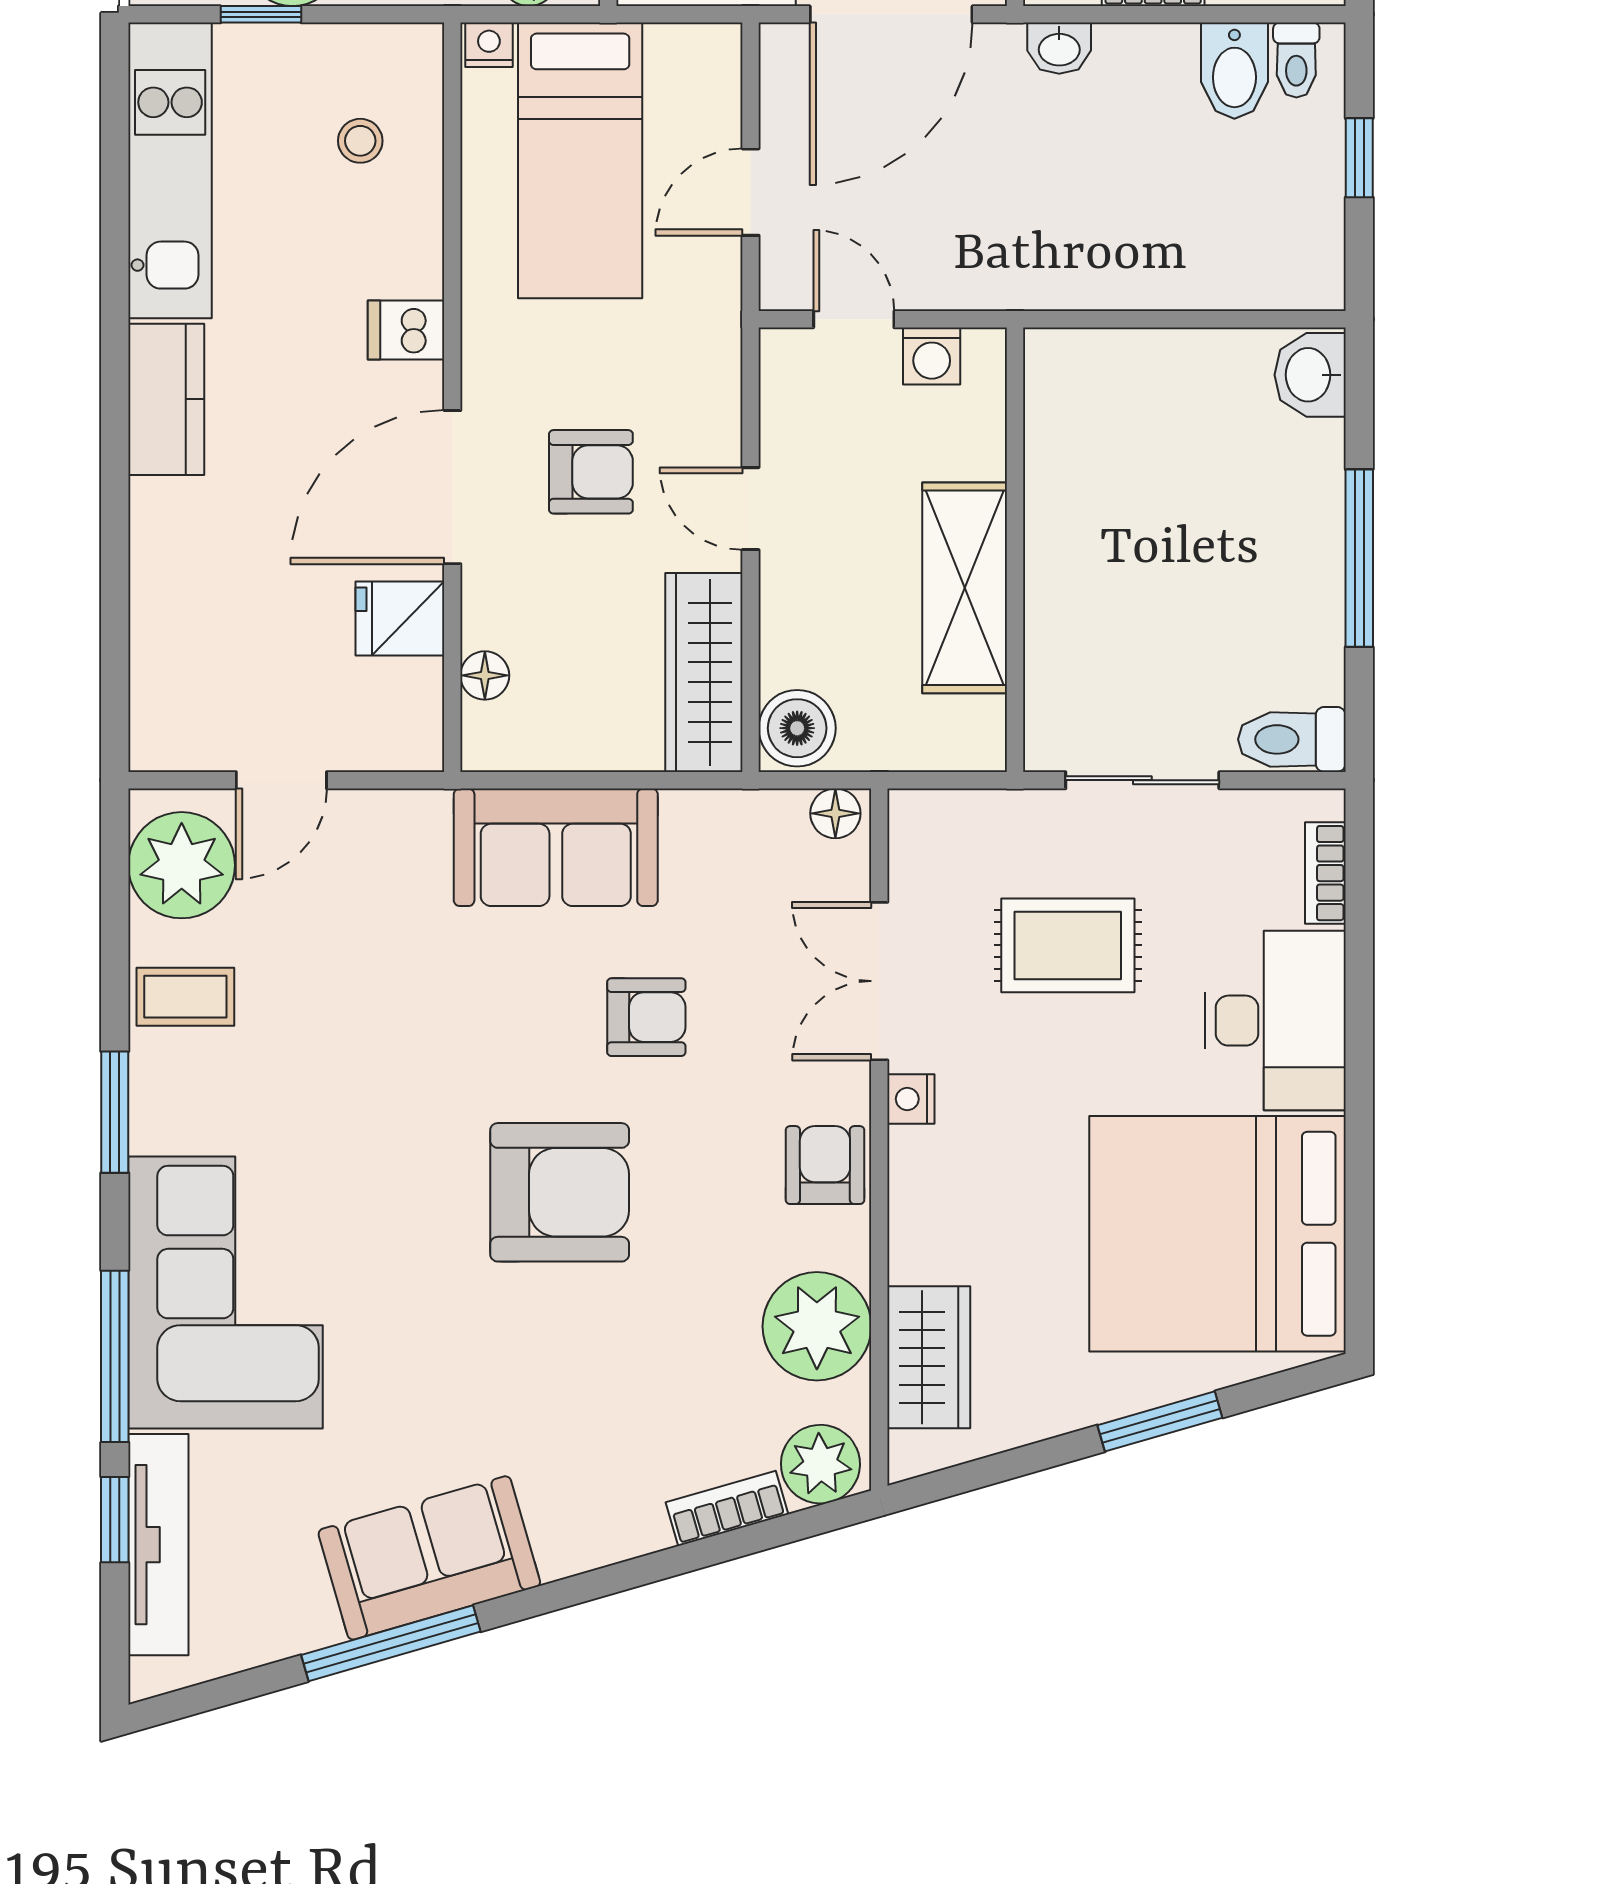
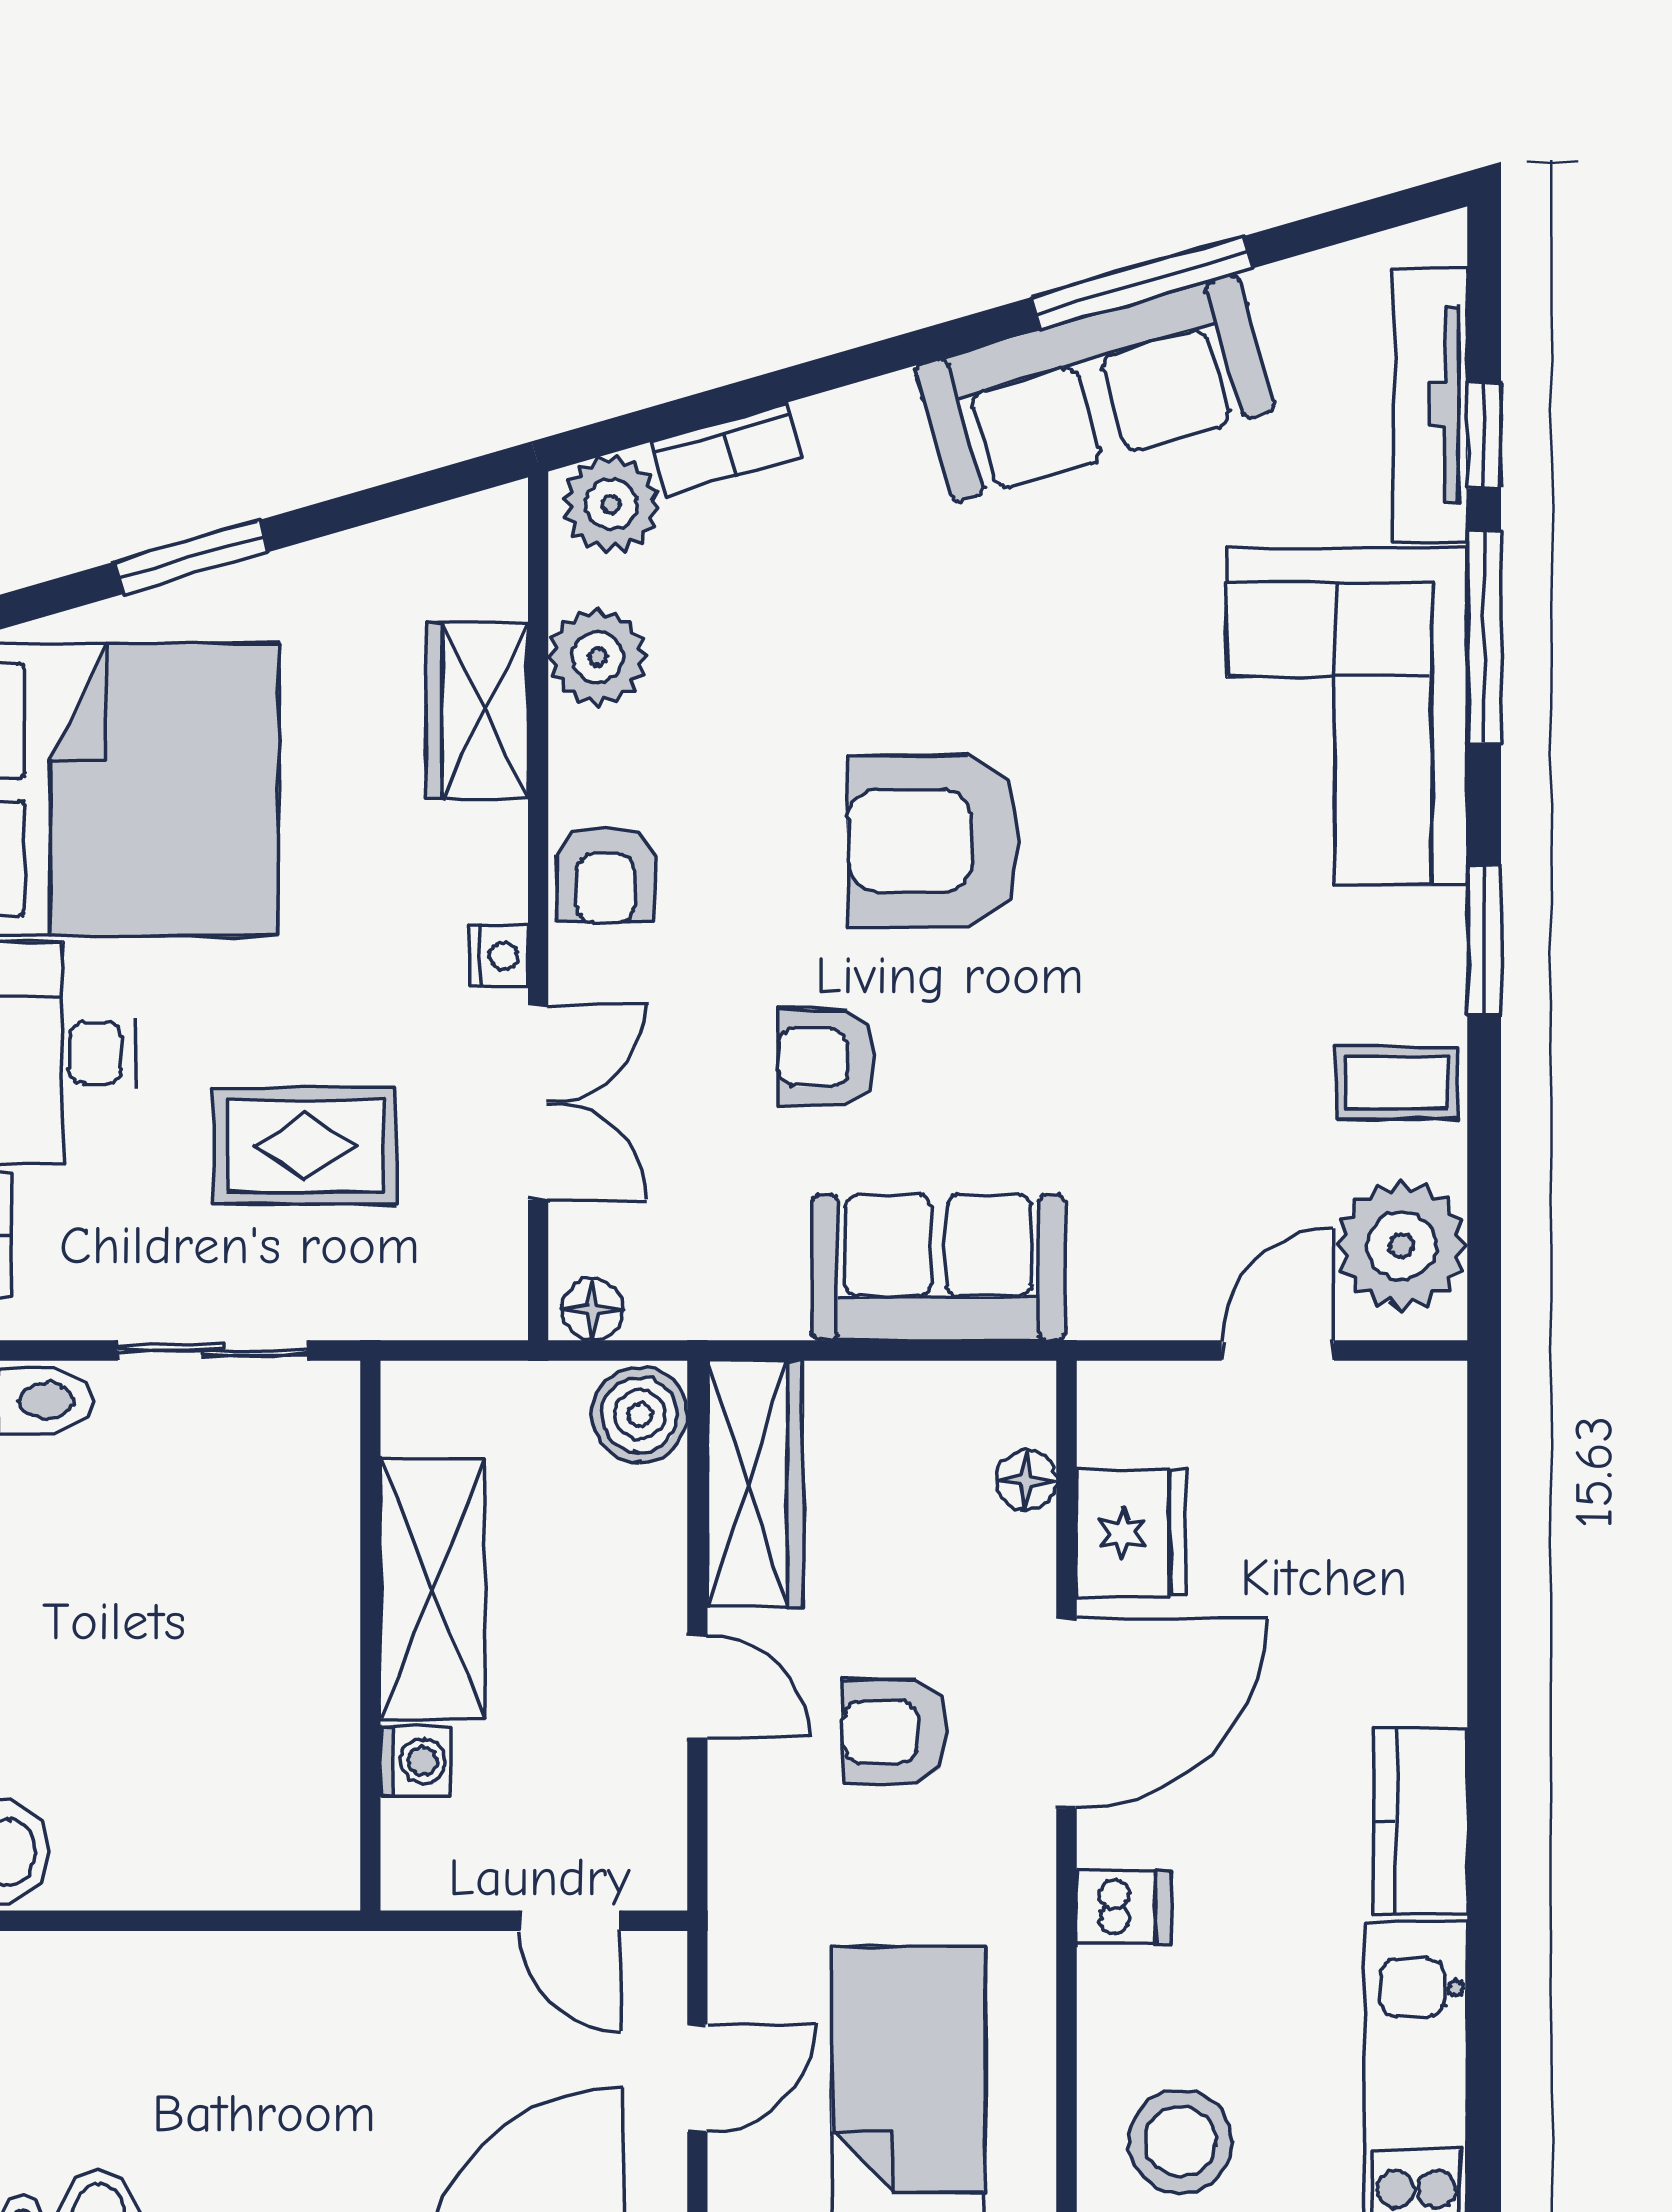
stool: (360, 141) -> (1180, 2142), width x1.89, depth x1.89
washing machine: (932, 356) -> (416, 1761), moved, turned 90
fridge: (400, 618) -> (1131, 1533), width x1.38
plant: (817, 1326) -> (597, 657), width x0.73, depth x0.73
wardrobe: (929, 1357) -> (477, 711), moved
sofa: (429, 1558) -> (1095, 388), width x1.36

